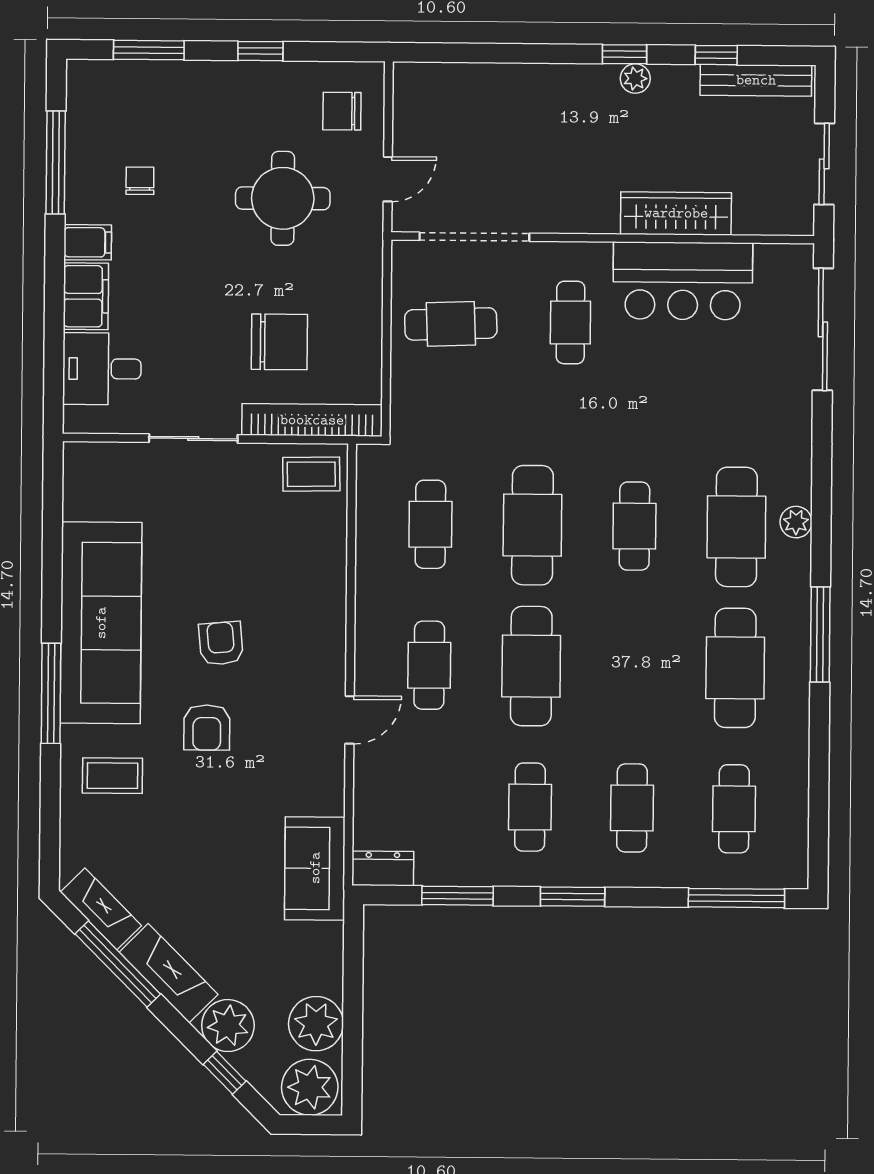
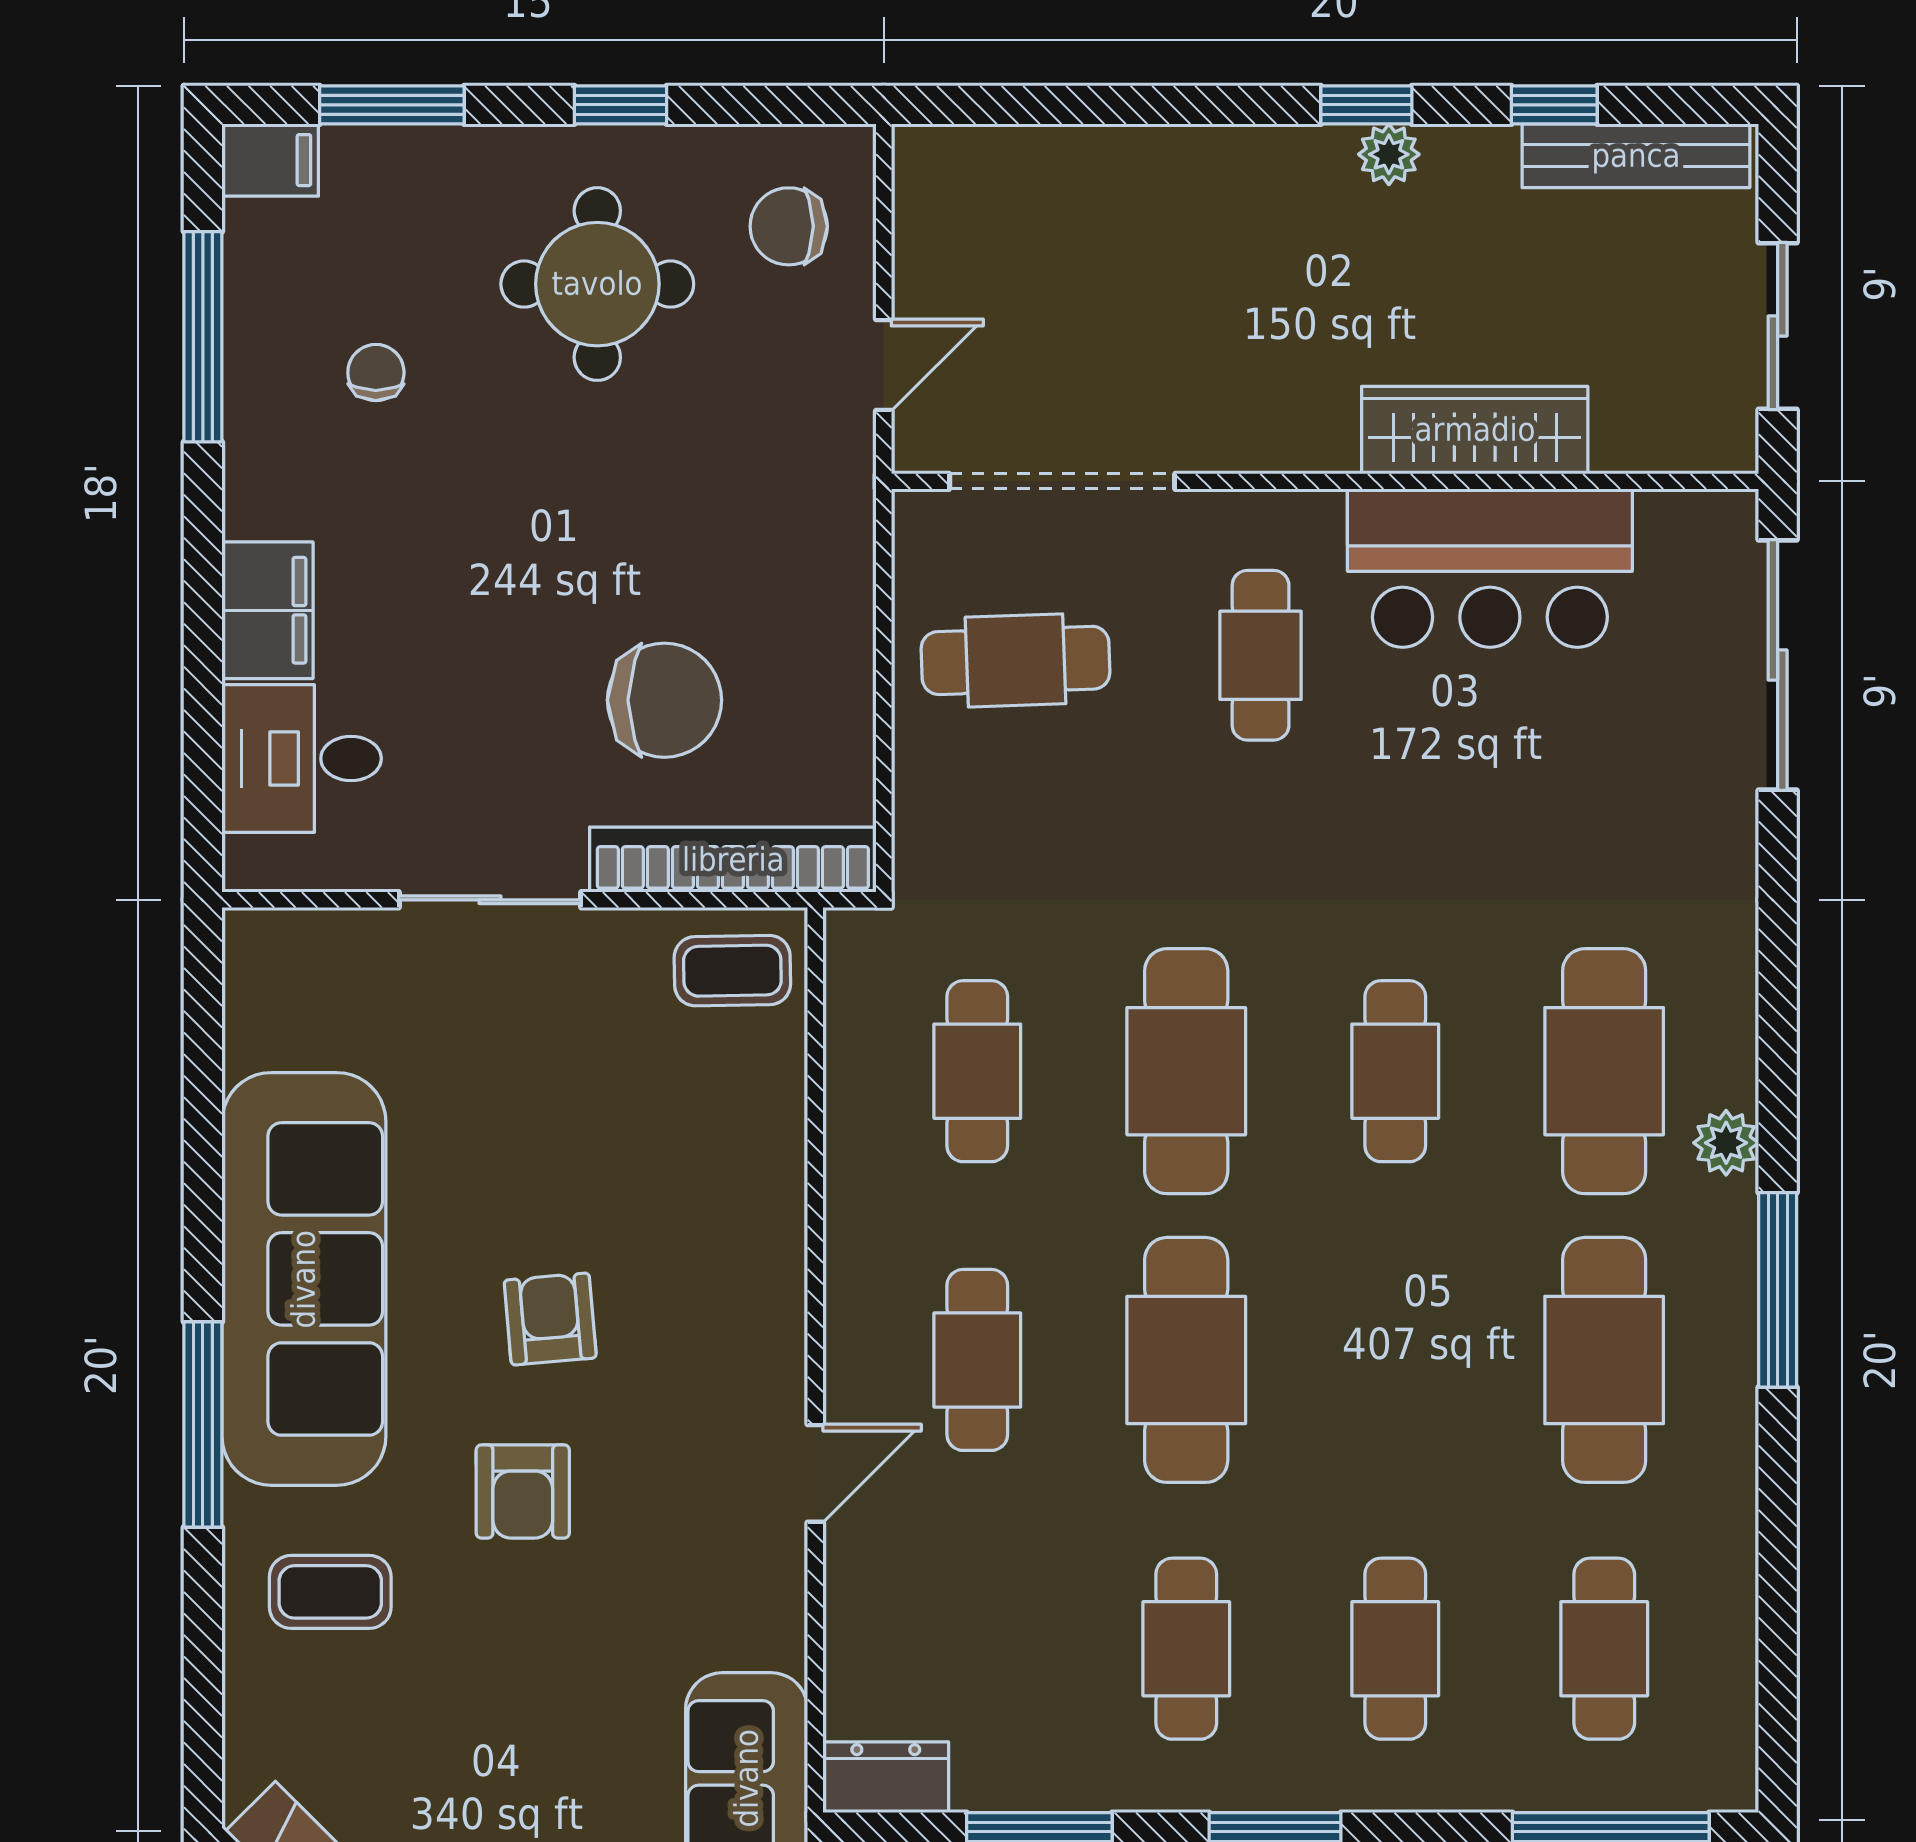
round table: (283, 198) -> (597, 284), moved
filing cabinet: (88, 242) -> (270, 160), moved
plant: (796, 522) -> (1726, 1143), moved

